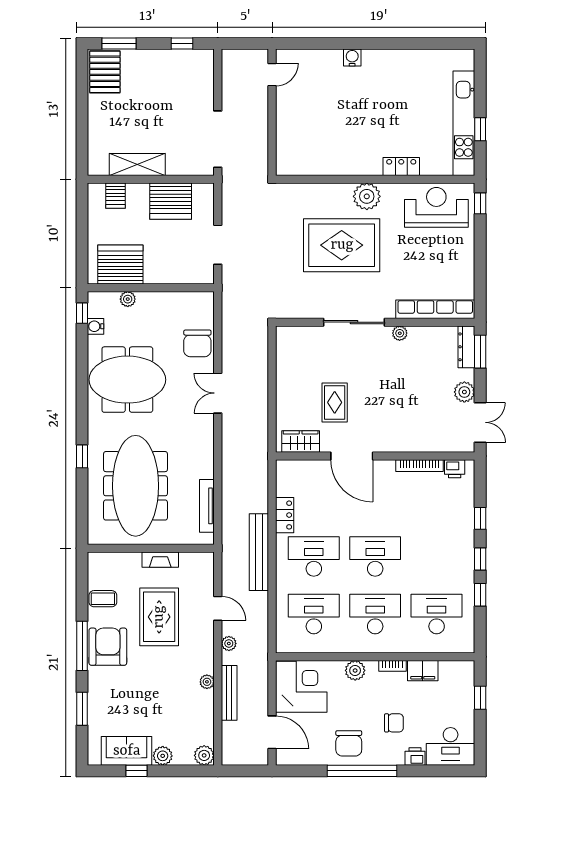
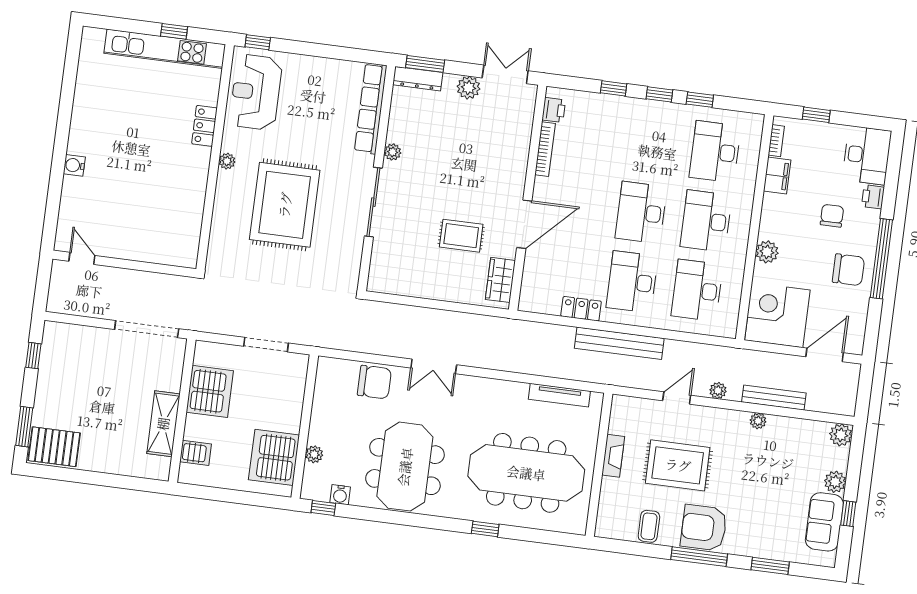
plant: (367, 196) -> (227, 161), width x0.53, depth x0.53
bookcase: (392, 666) -> (776, 141), moved

